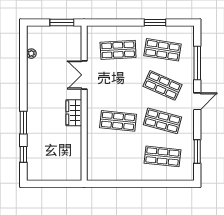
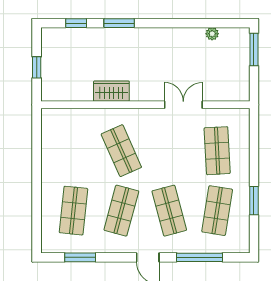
window: (62, 23) -> (254, 49), moved
shop shelf: (162, 85) -> (169, 211), turned -39
wardrobe: (74, 113) -> (111, 91), moved
shop shelf: (118, 121) -> (121, 151), turned -30
window: (56, 184) -> (37, 67), added

